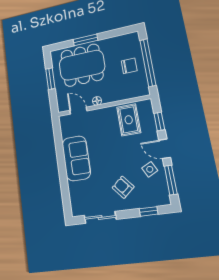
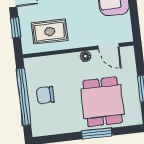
dining table: (82, 65) -> (102, 102), width x0.73
rug: (129, 120) -> (50, 32), turned 90

